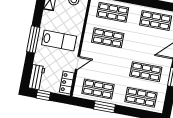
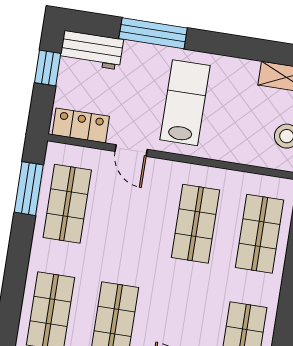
window: (33, 39) -> (153, 33), moved
lab bench: (59, 40) -> (185, 103), turned 180
window: (104, 107) -> (29, 189), moved

